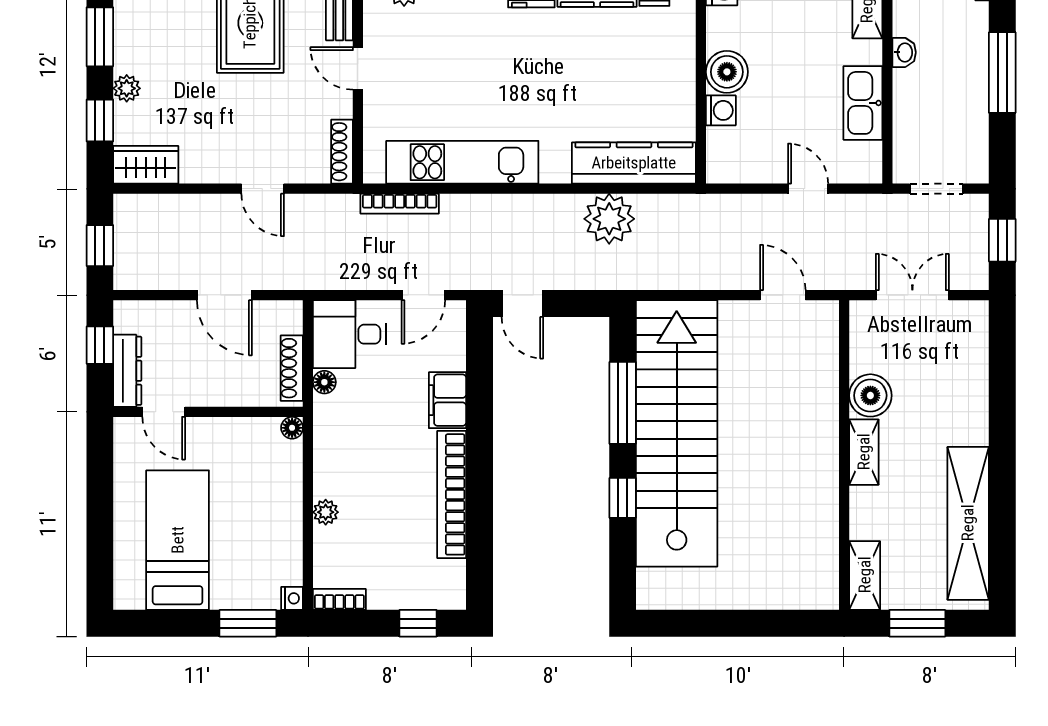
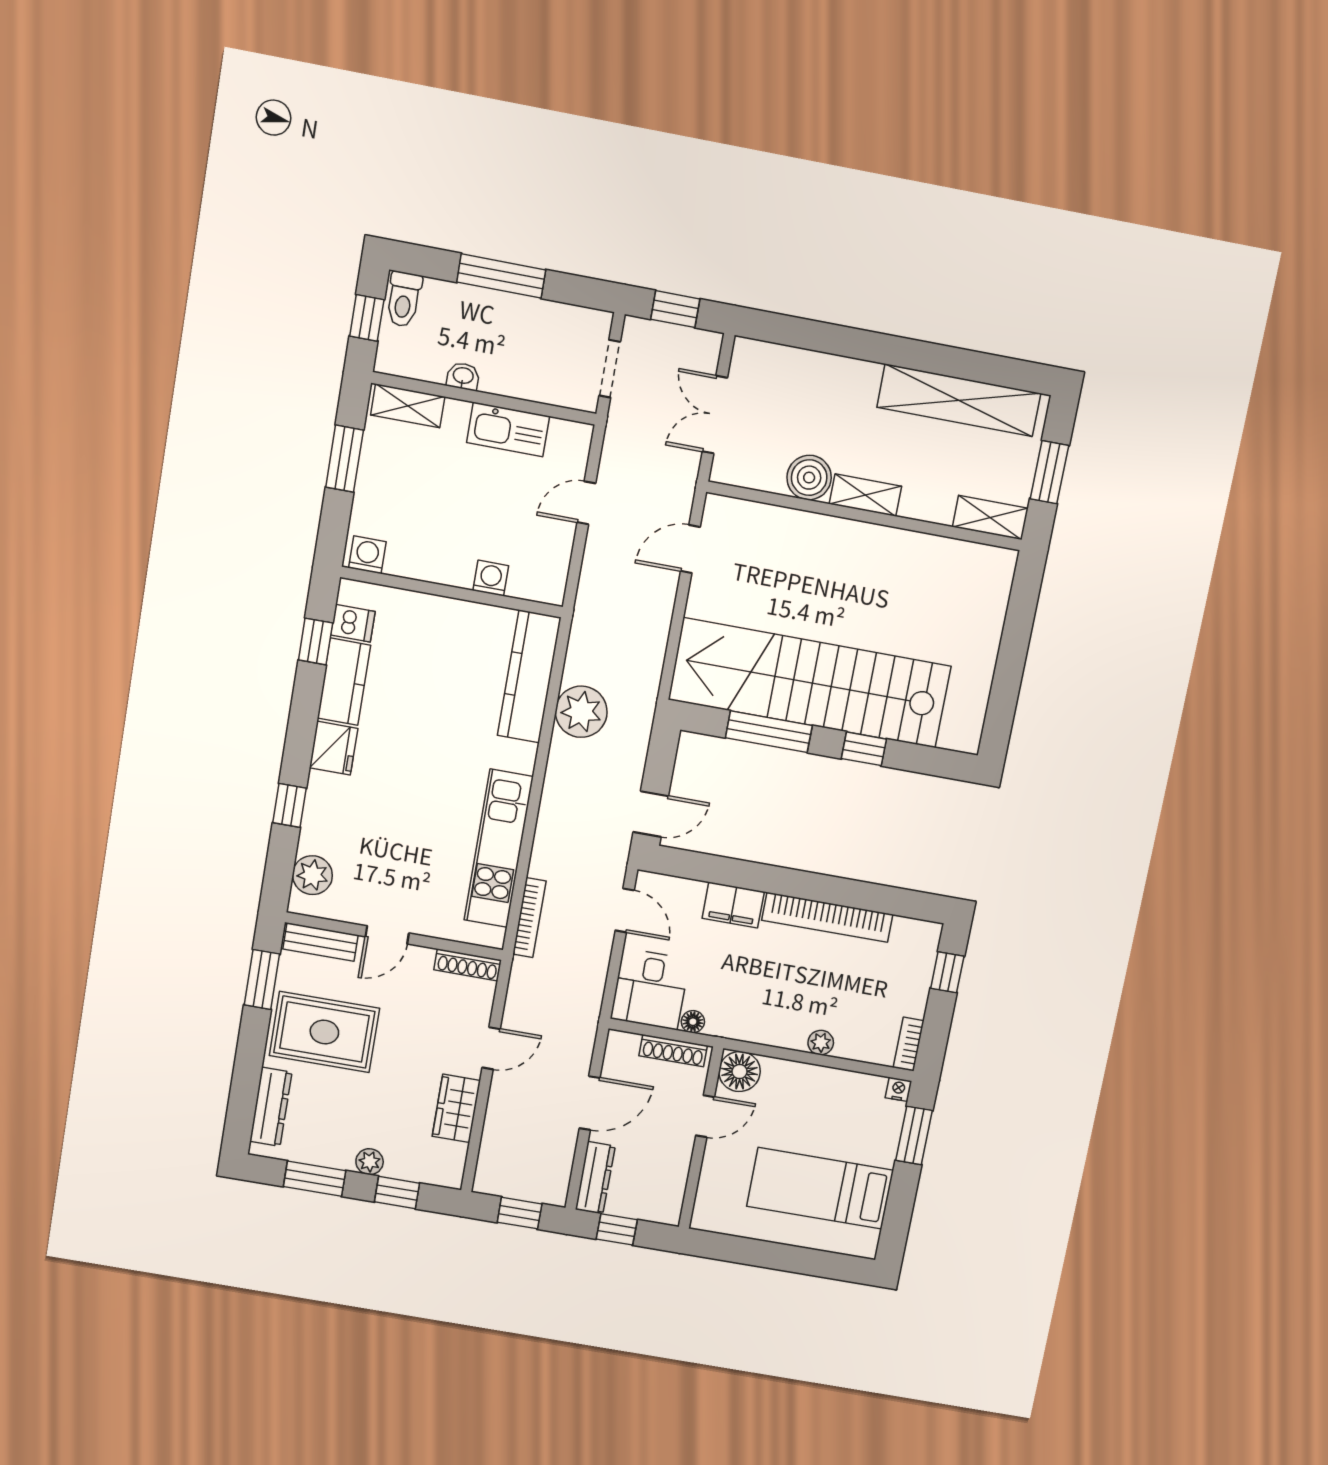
boiler: (727, 72) -> (452, 565), removed
wardrobe: (146, 165) -> (456, 1108), moved
dresser: (127, 371) -> (595, 1178), moved, turned 90
door: (164, 412) -> (705, 1116), moved
floor lamp: (292, 428) -> (740, 1072), width x1.89, depth x1.89

